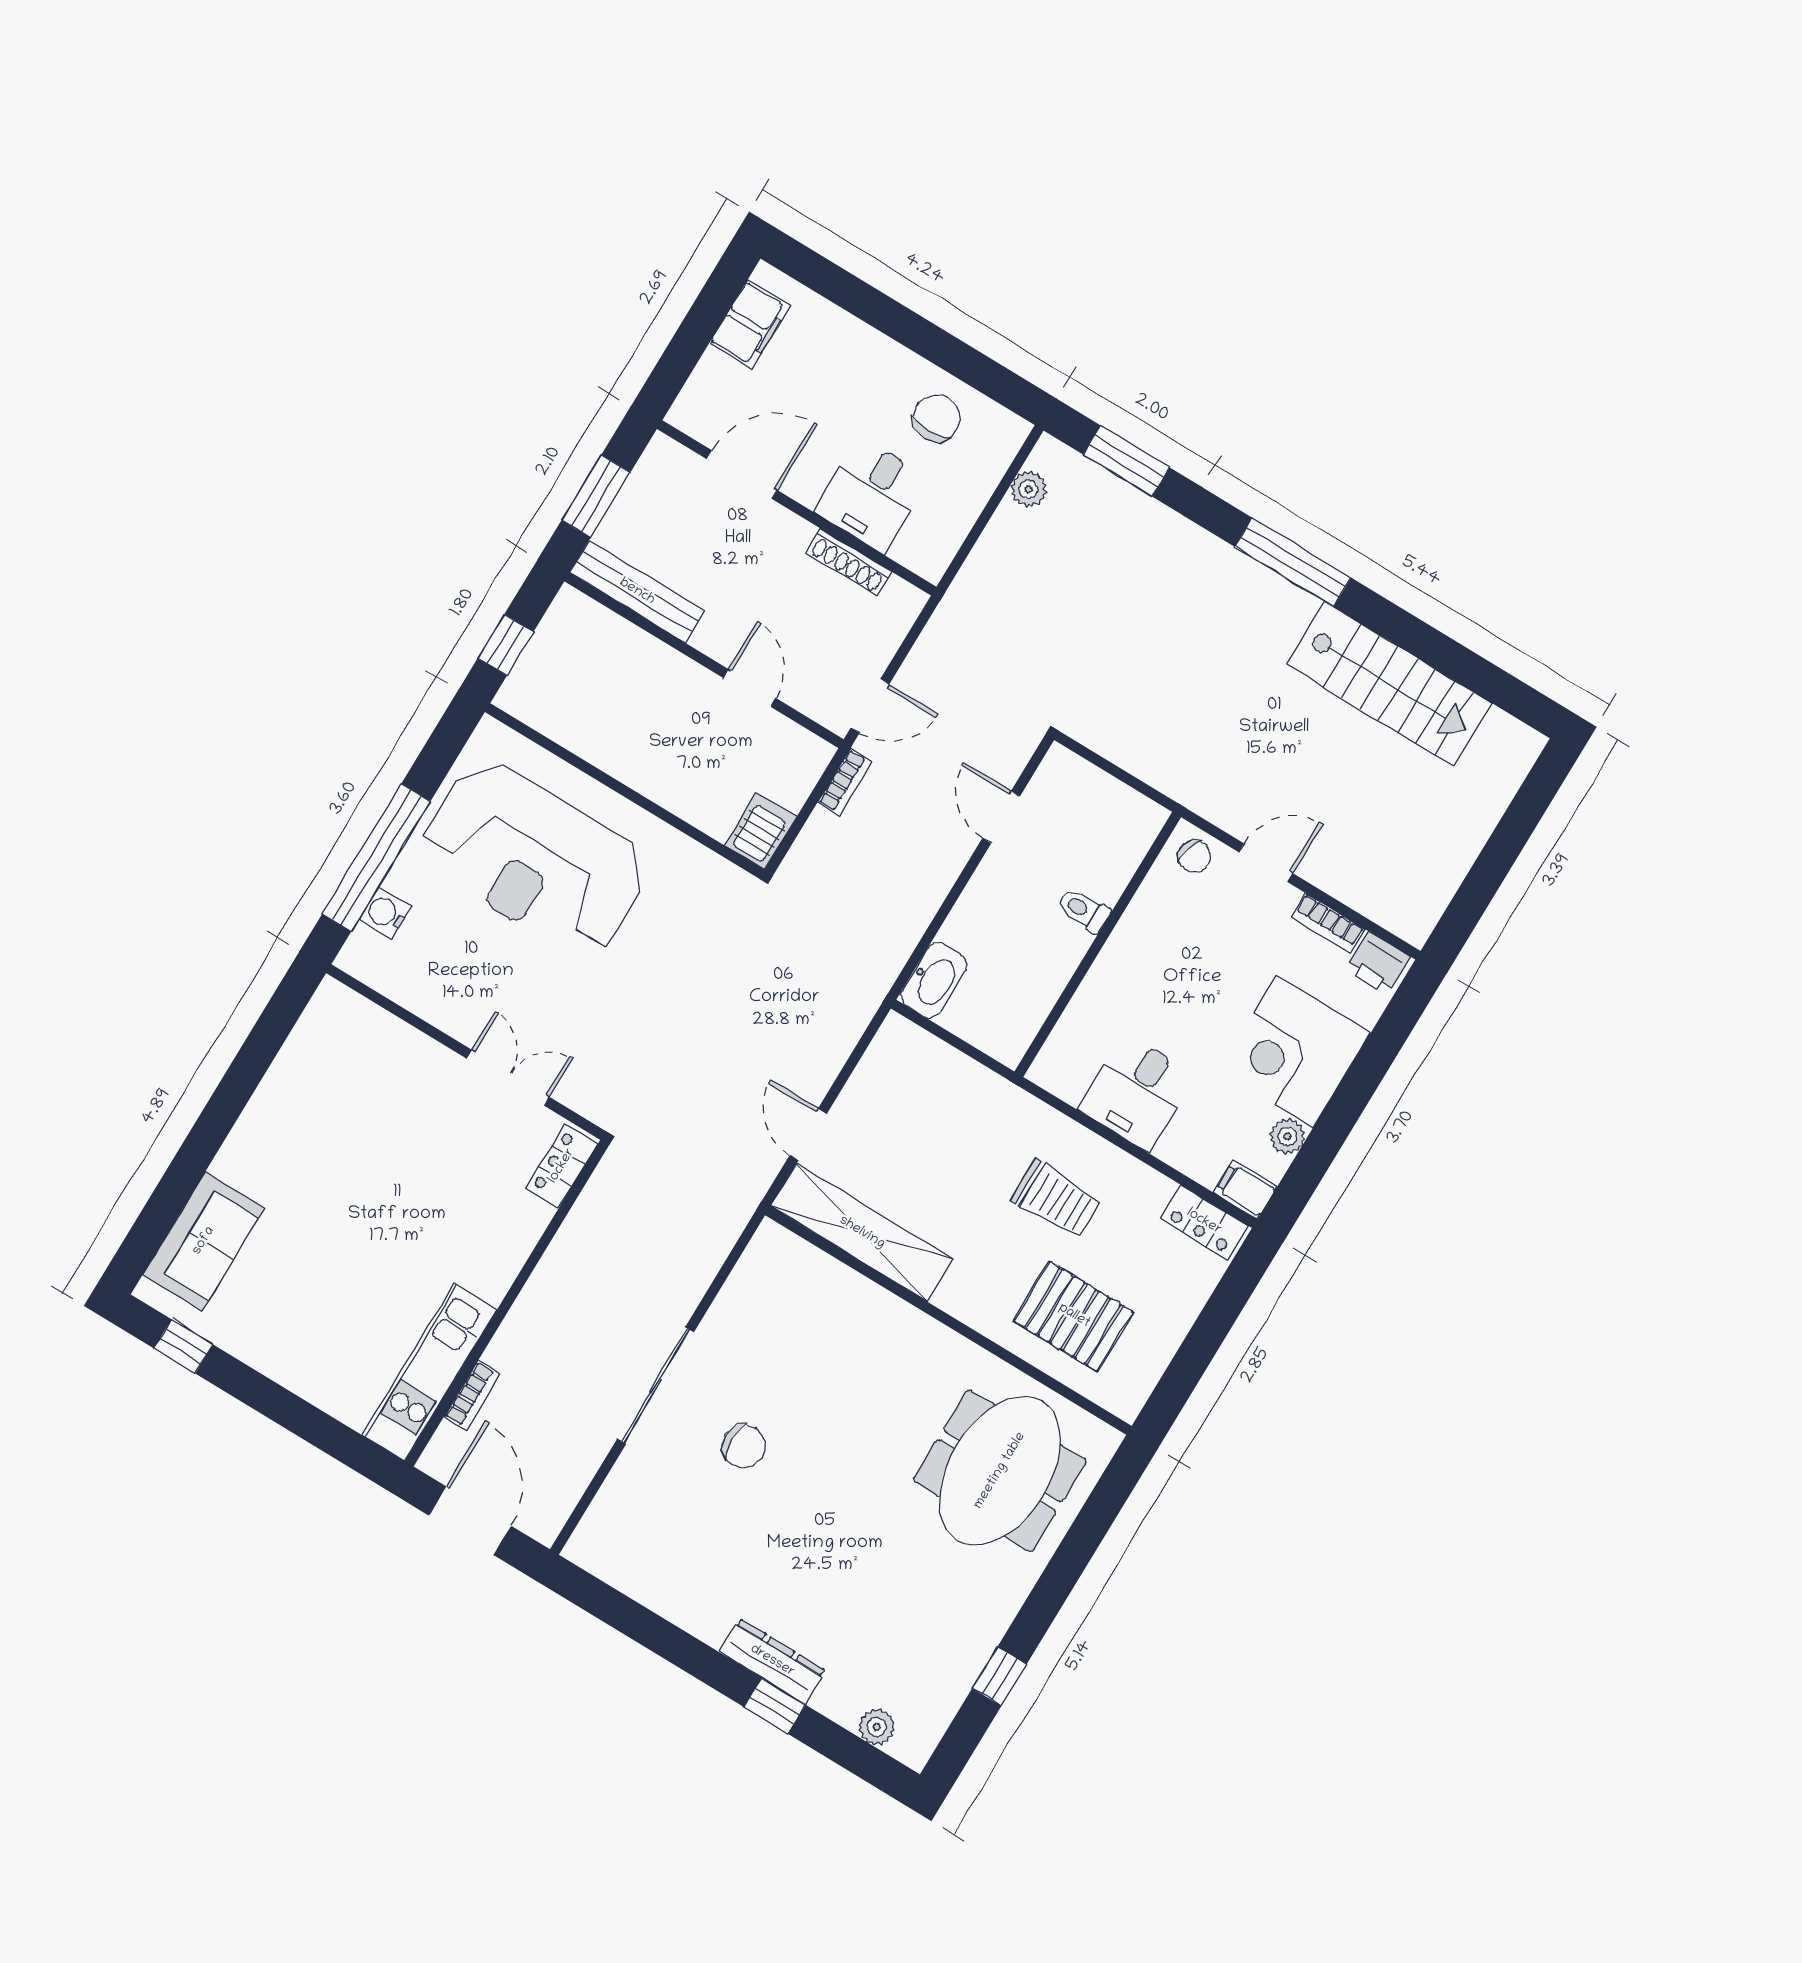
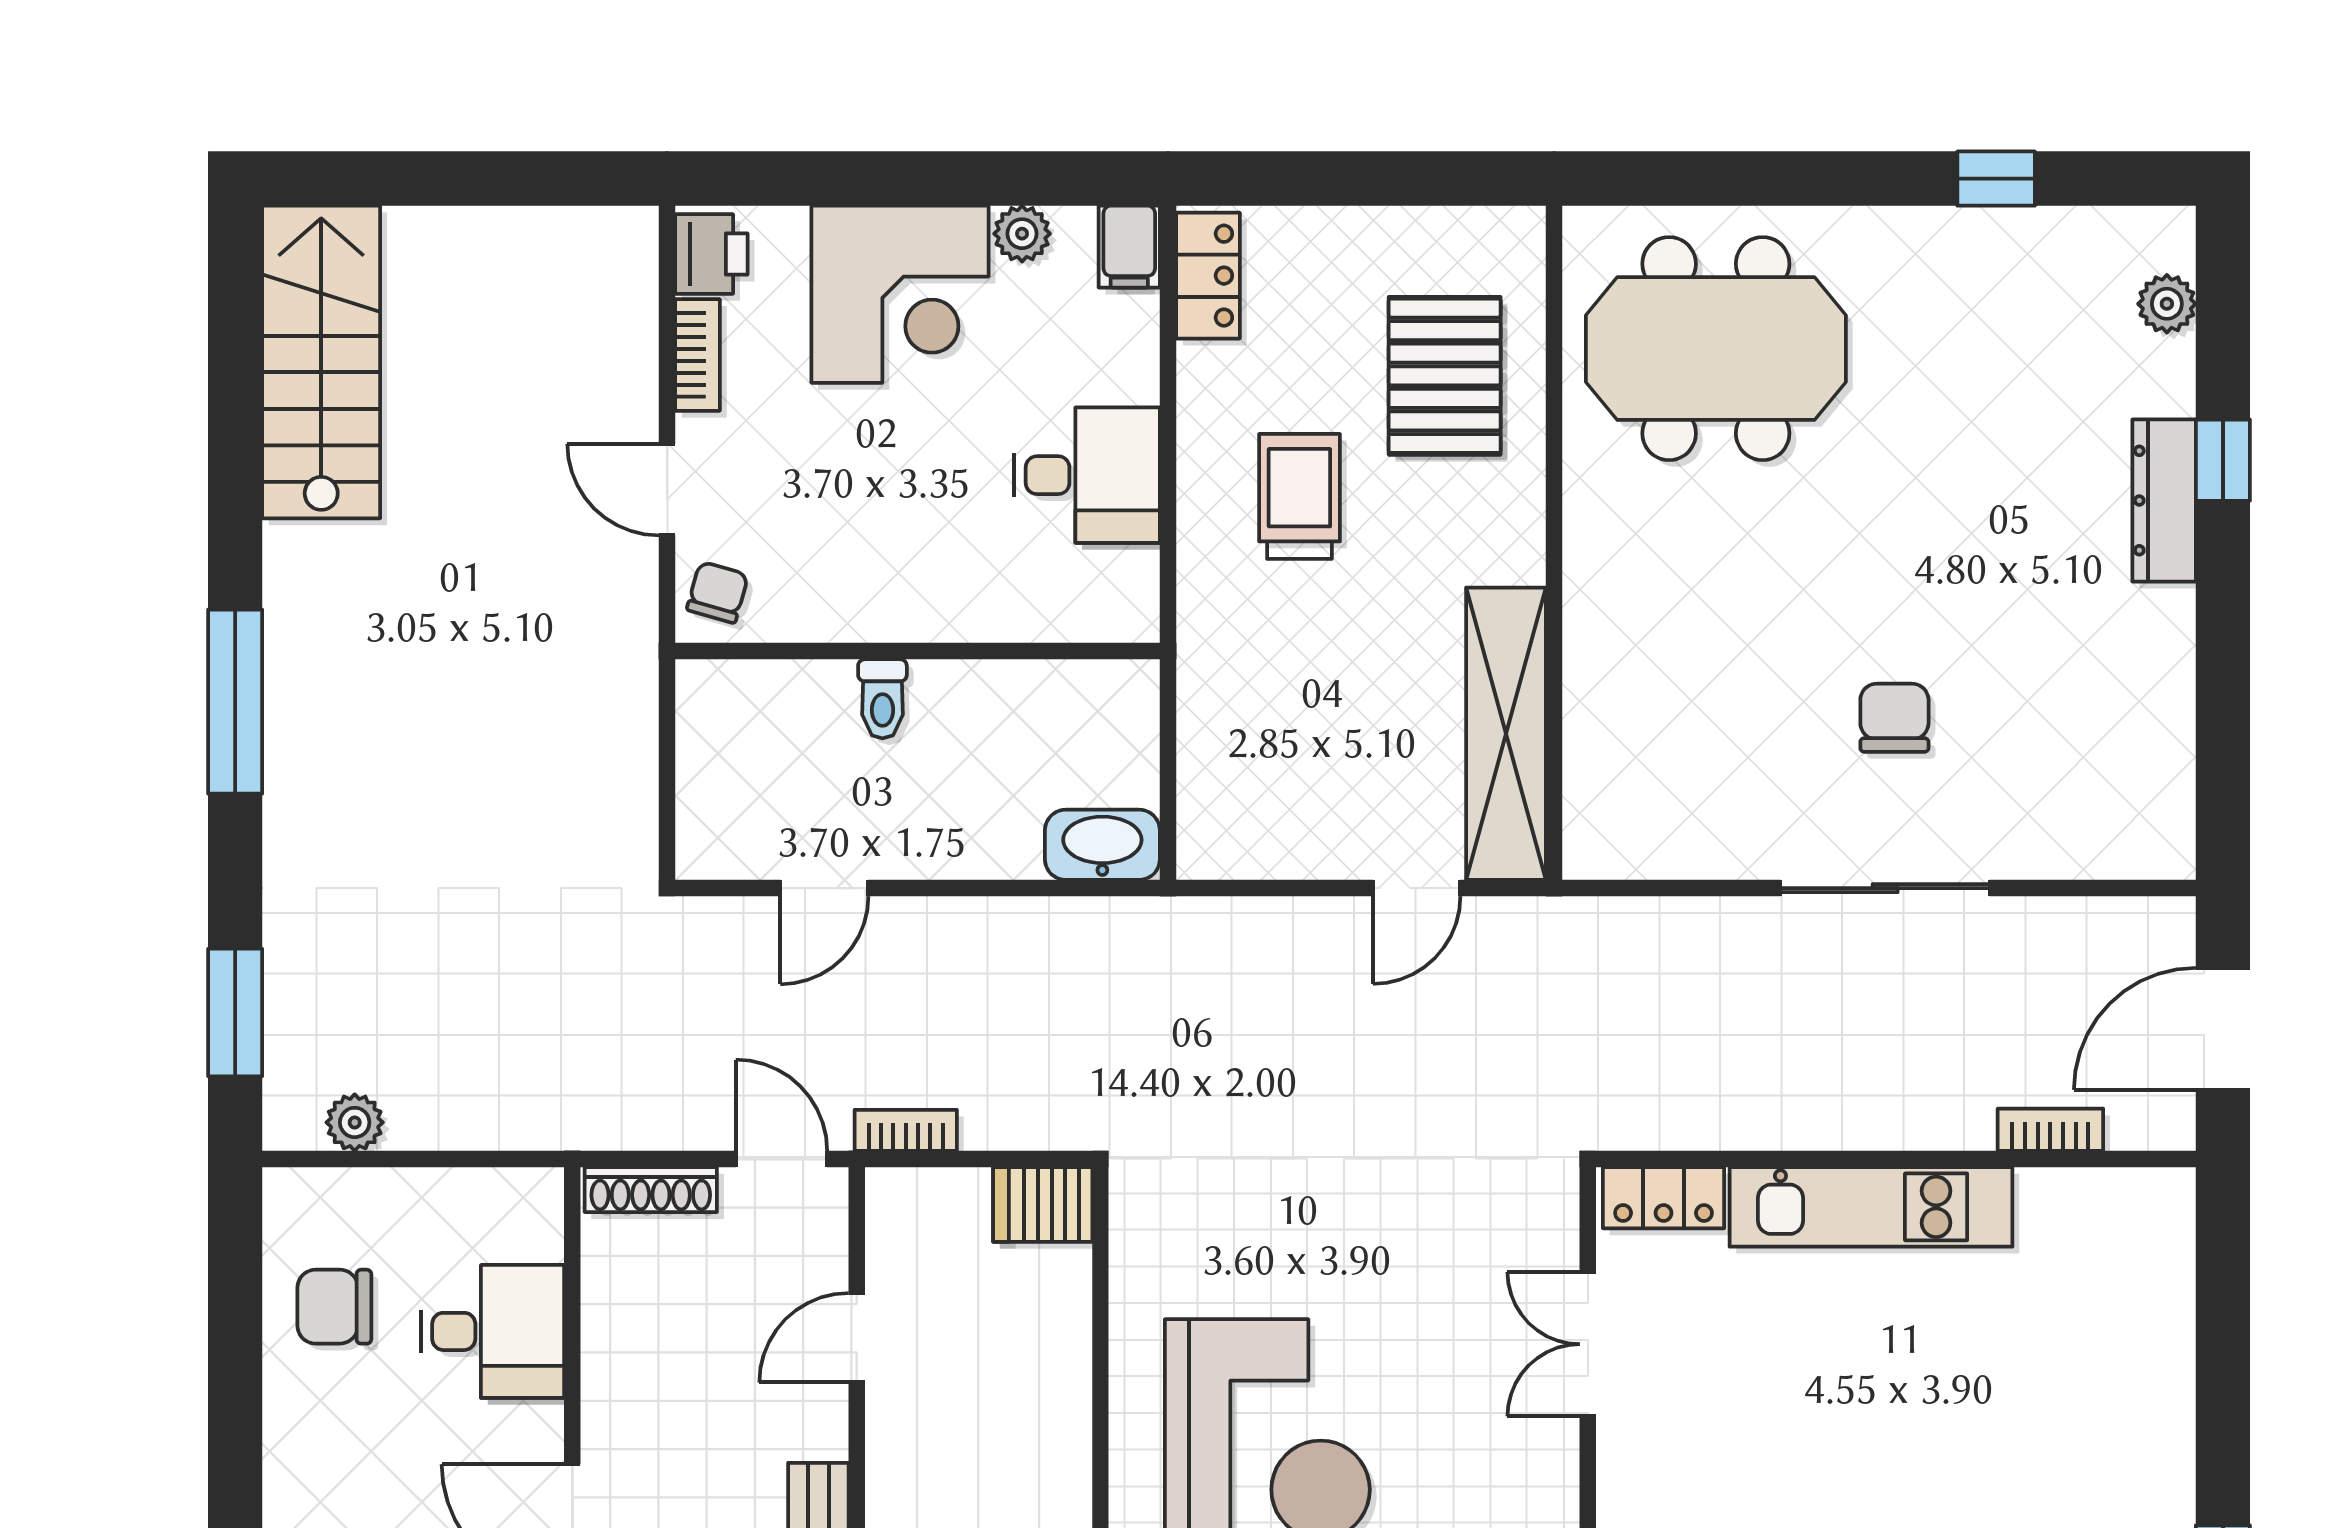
shoe rack: (849, 562) -> (651, 1190), moved, turned 90
stairs: (1389, 684) -> (321, 362), moved
kitchen unit: (430, 1372) -> (1871, 1207), moved

